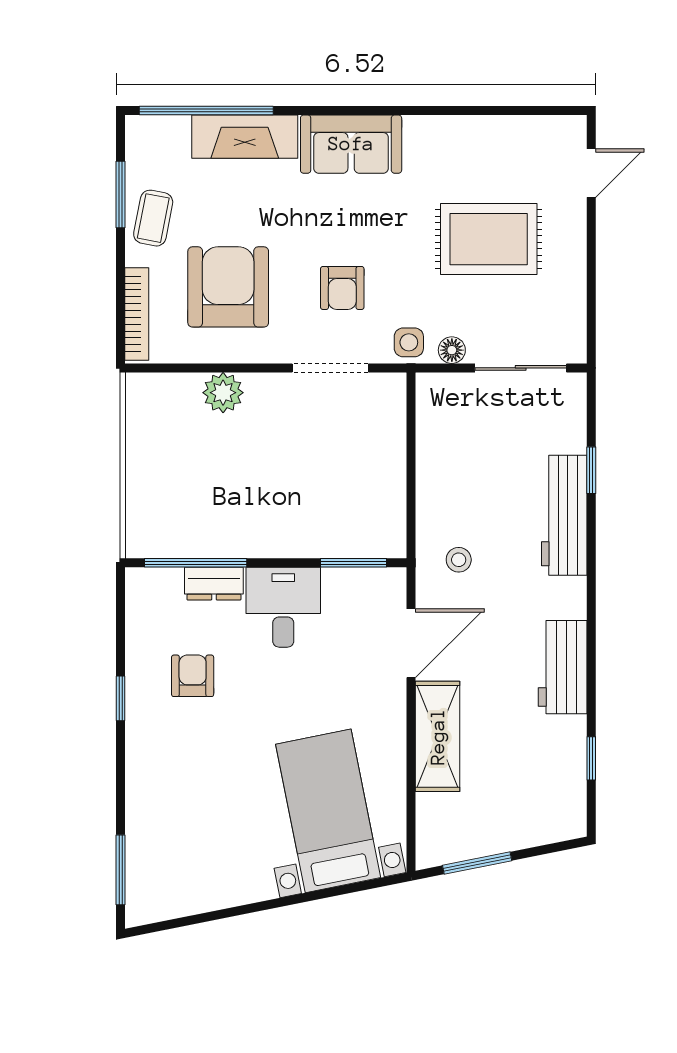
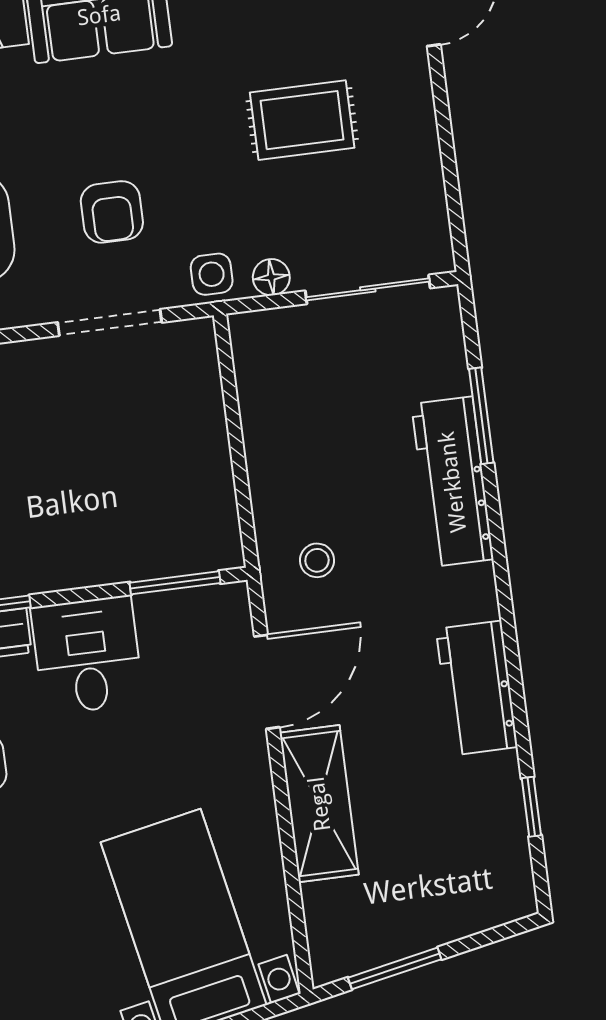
rug: (489, 239) -> (302, 120), width x0.73, depth x0.70
window: (591, 470) -> (481, 416), width x1.50

